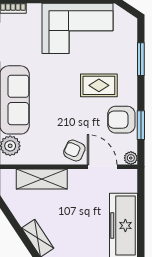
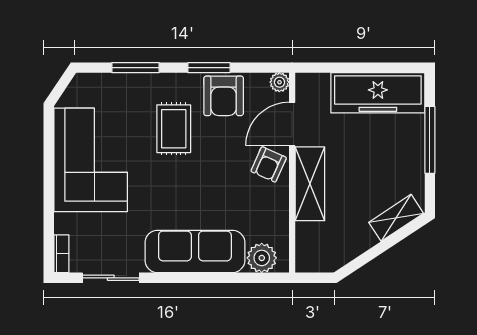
window: (141, 125) -> (209, 68), moved
shelving: (42, 179) -> (310, 184), moved

